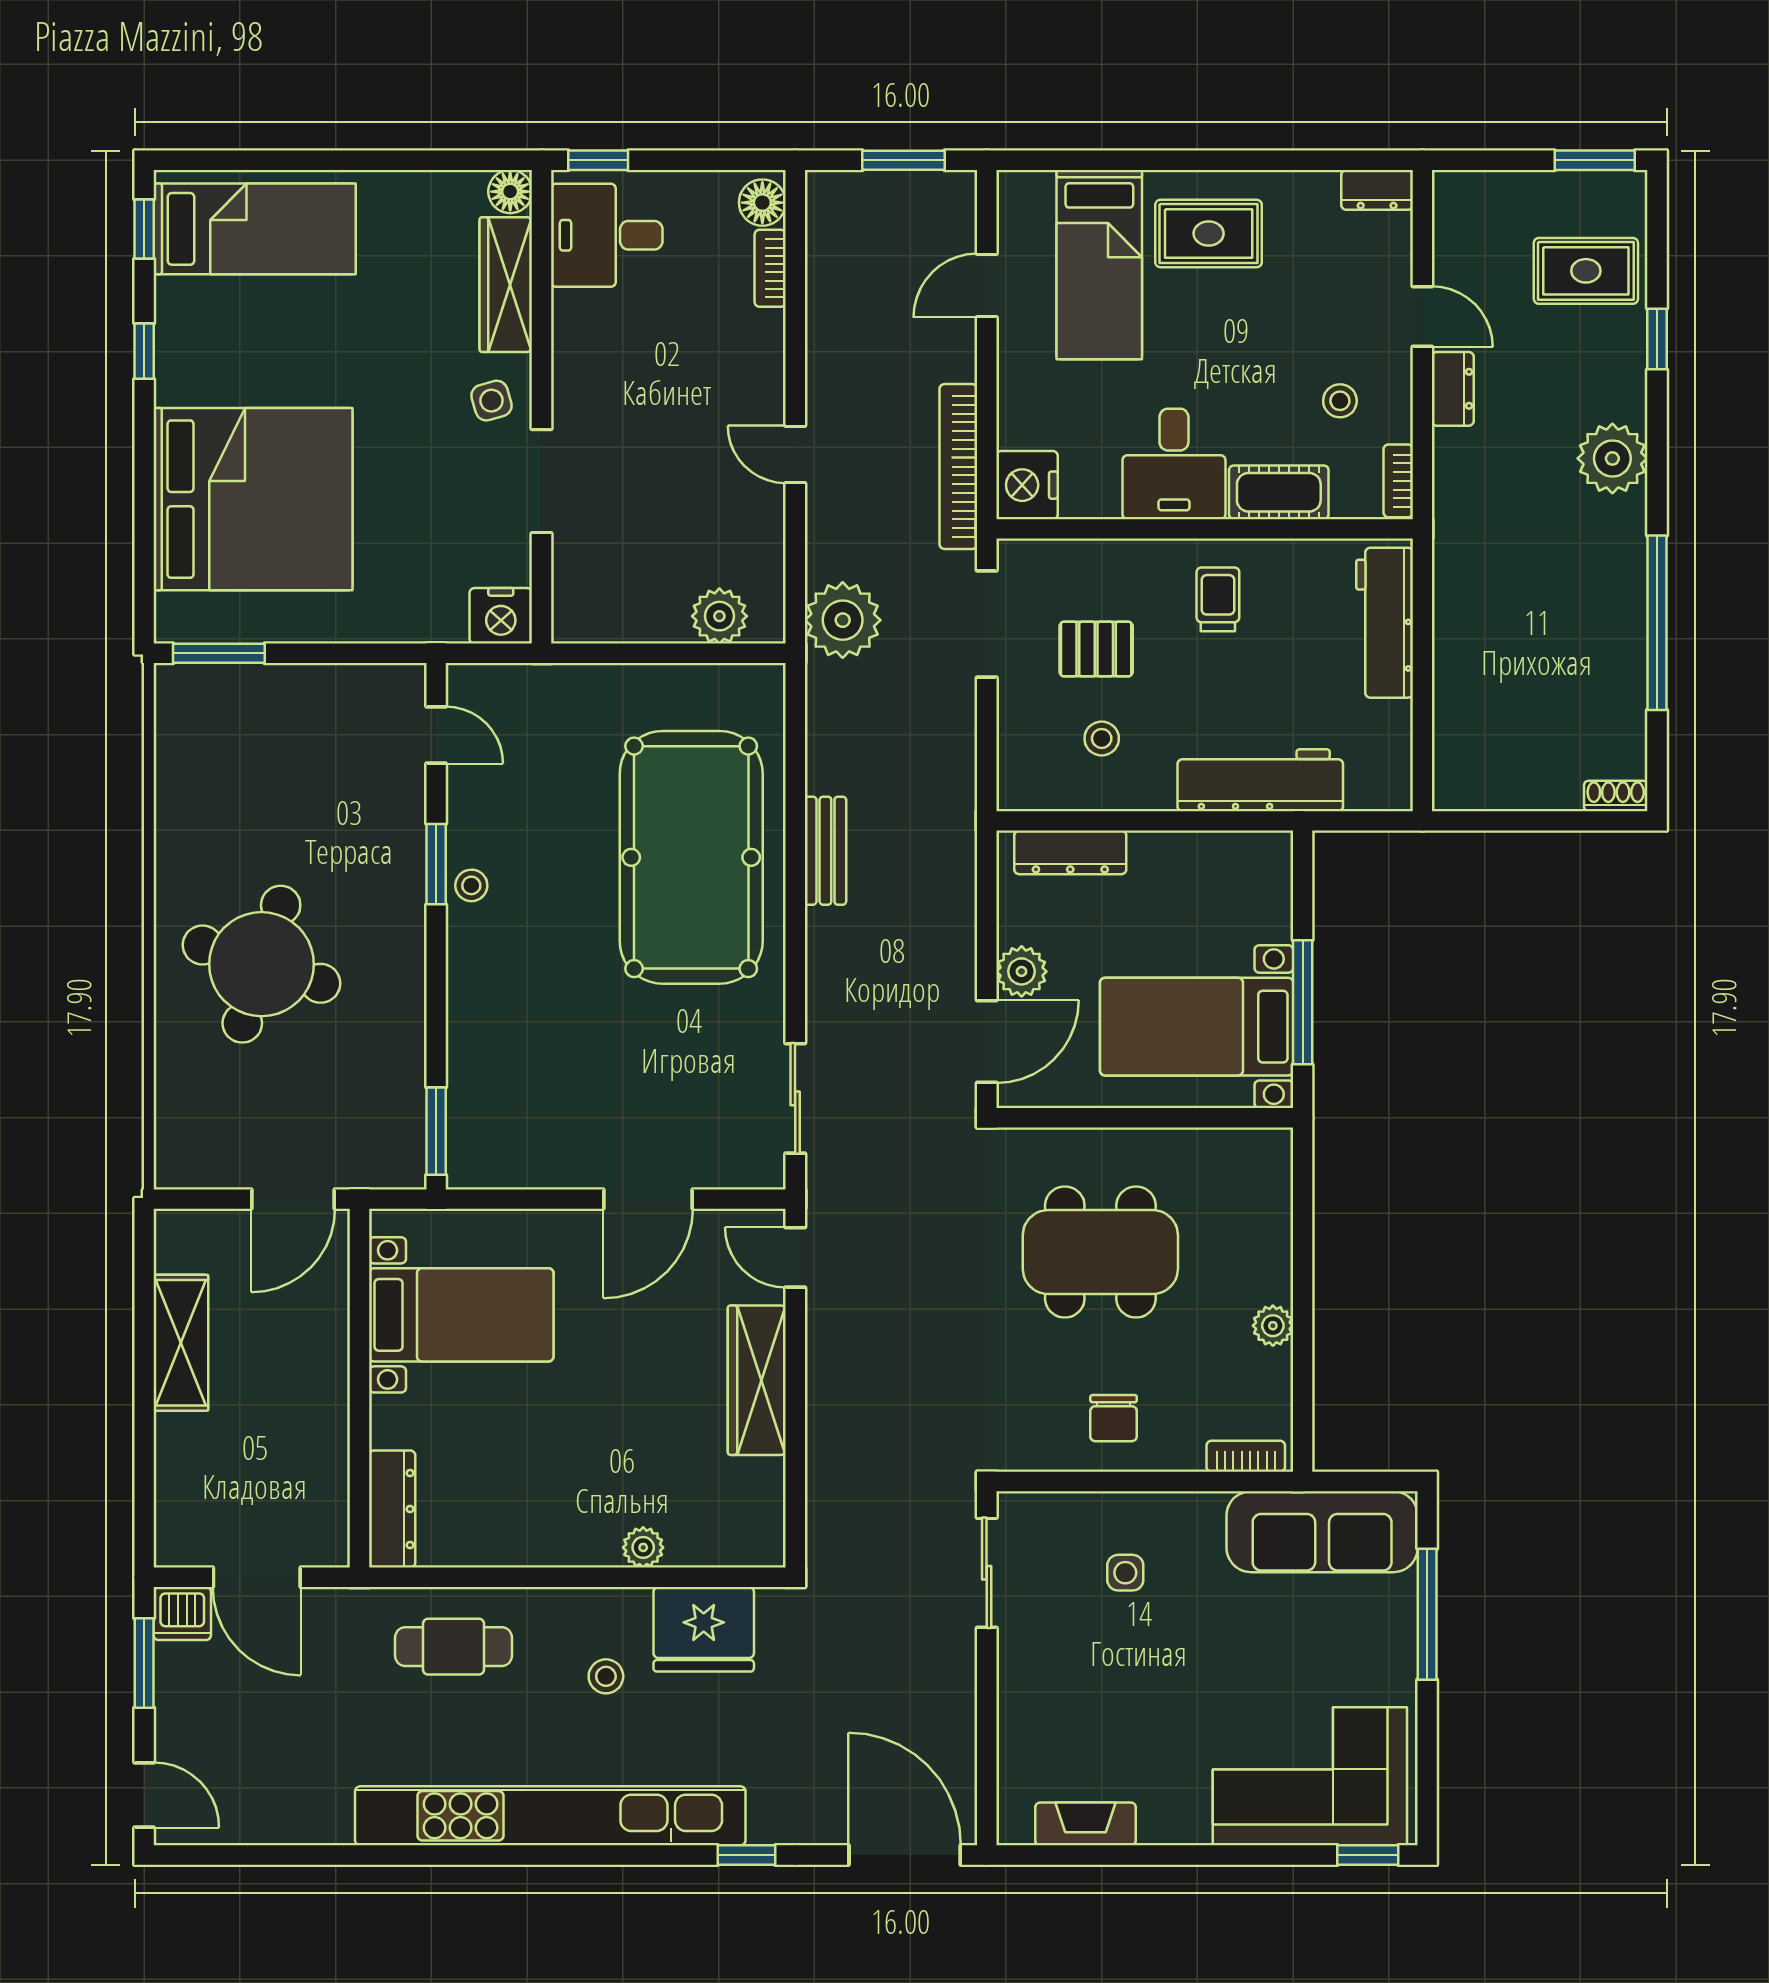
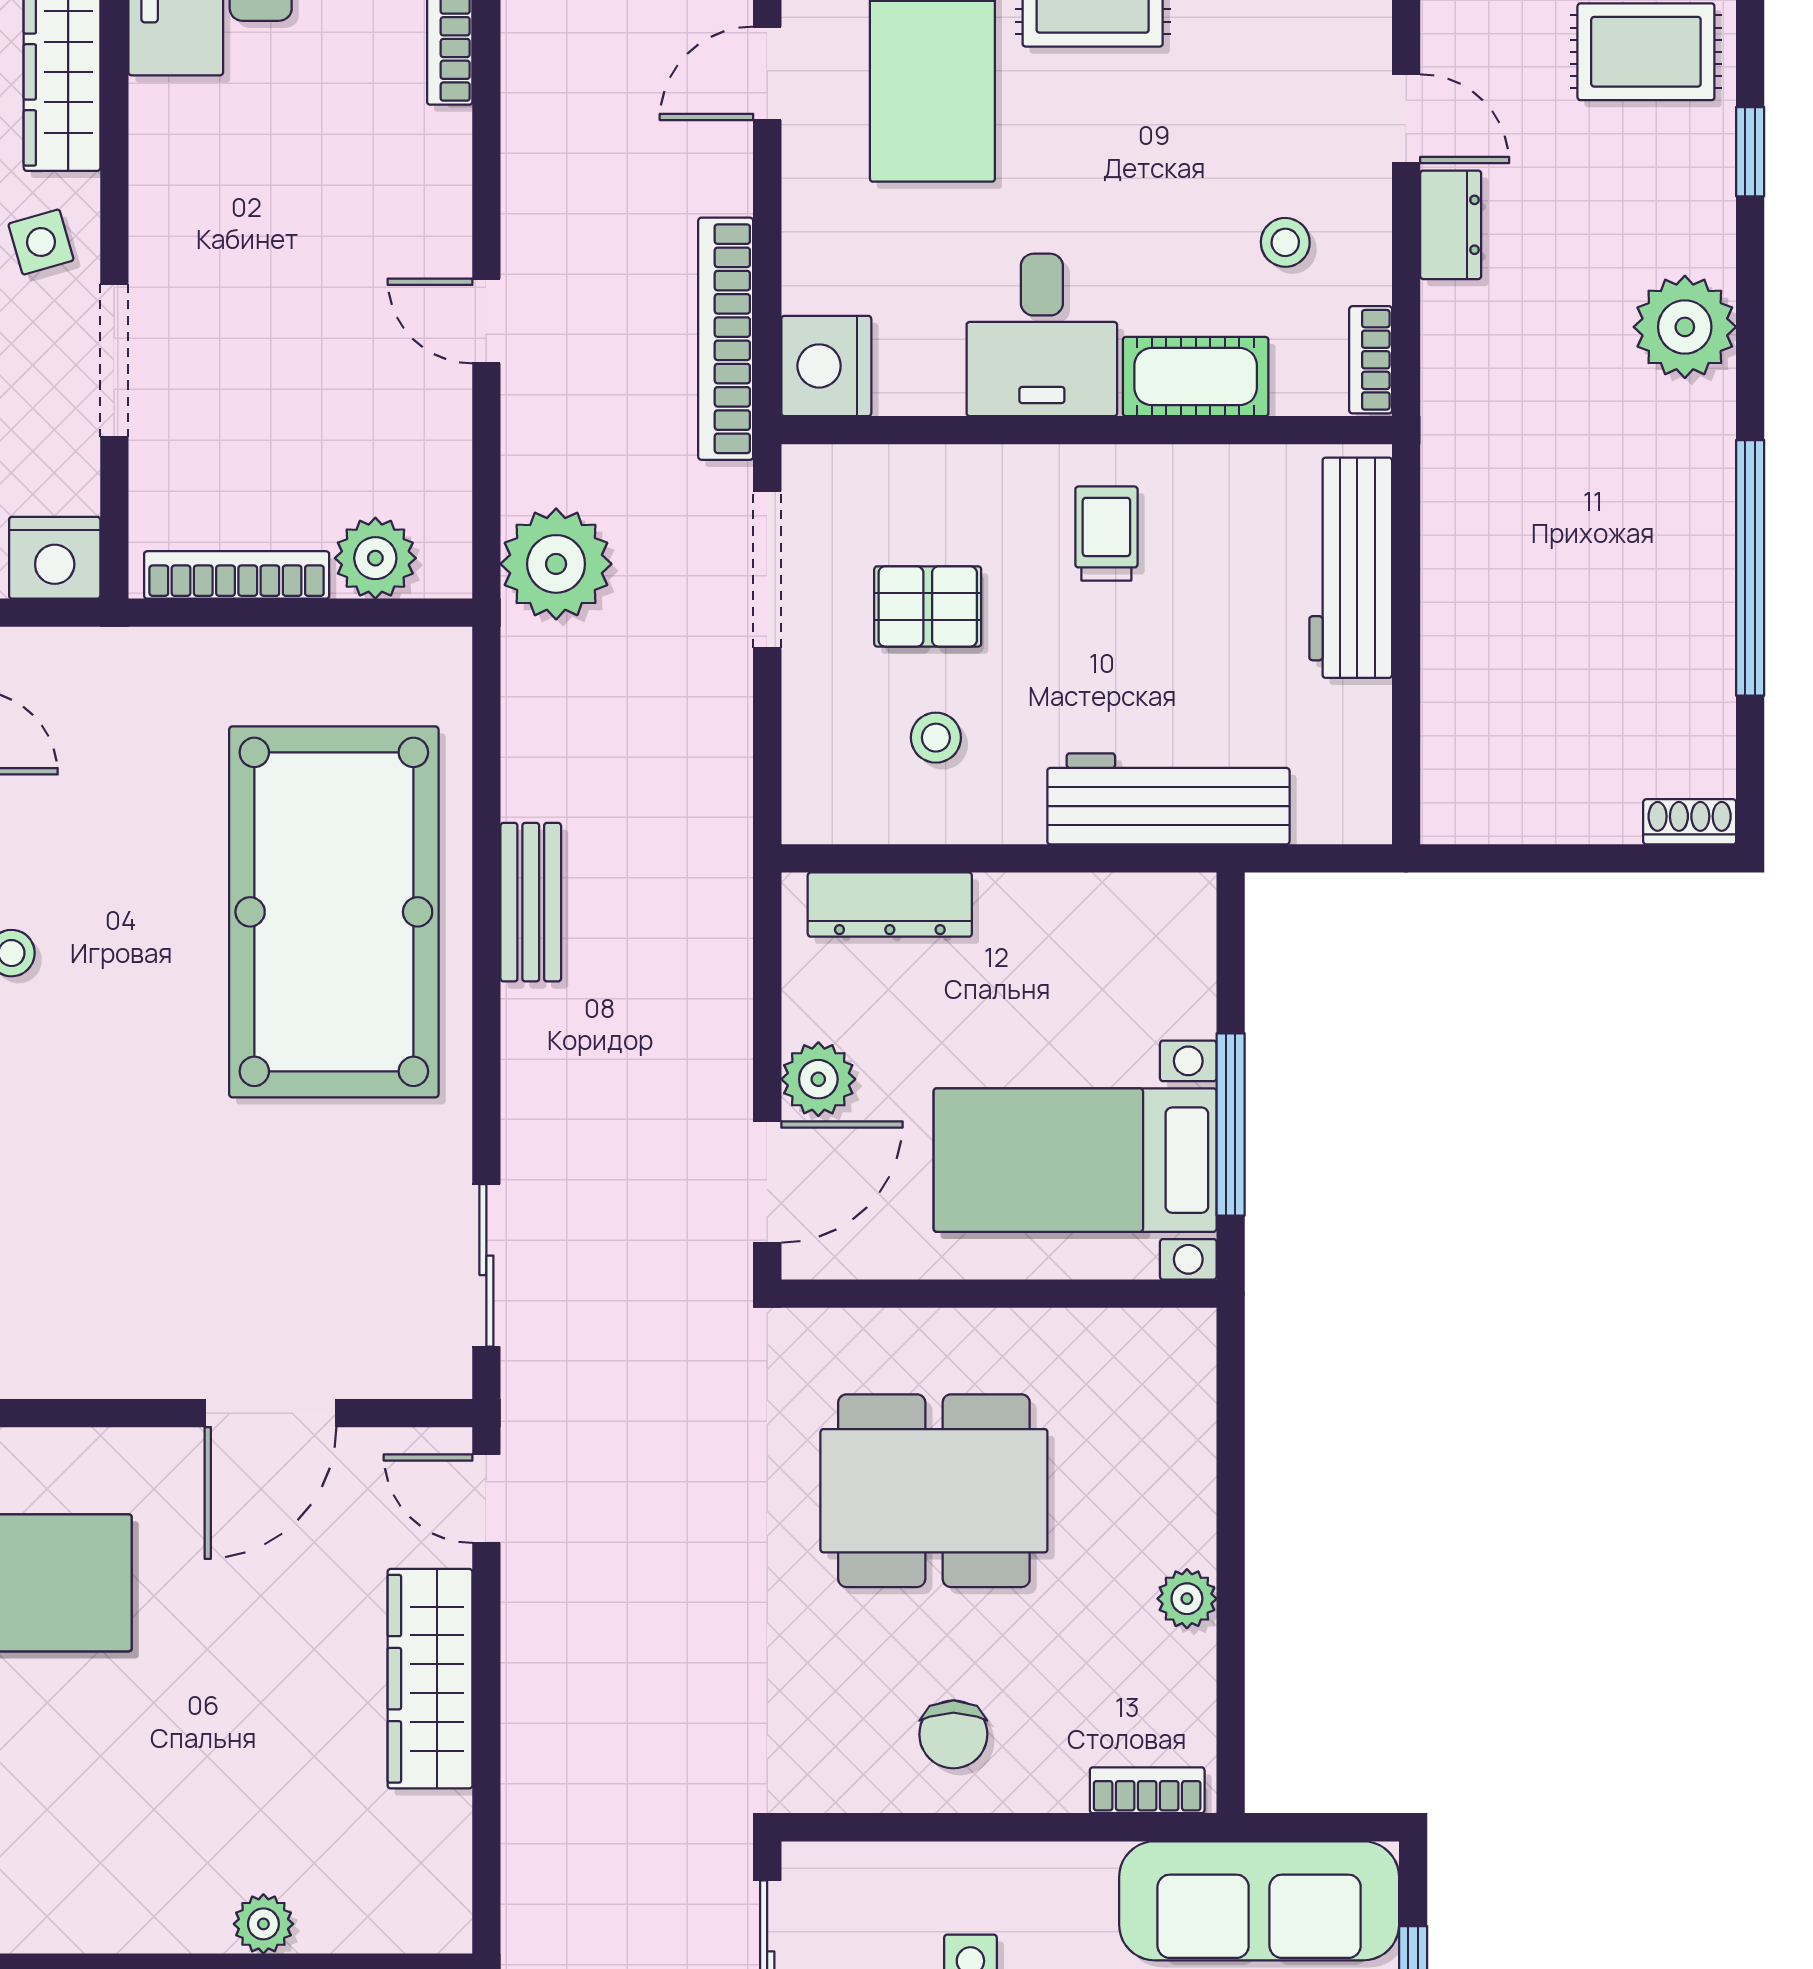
bookcase: (625, 628) -> (237, 575), added

